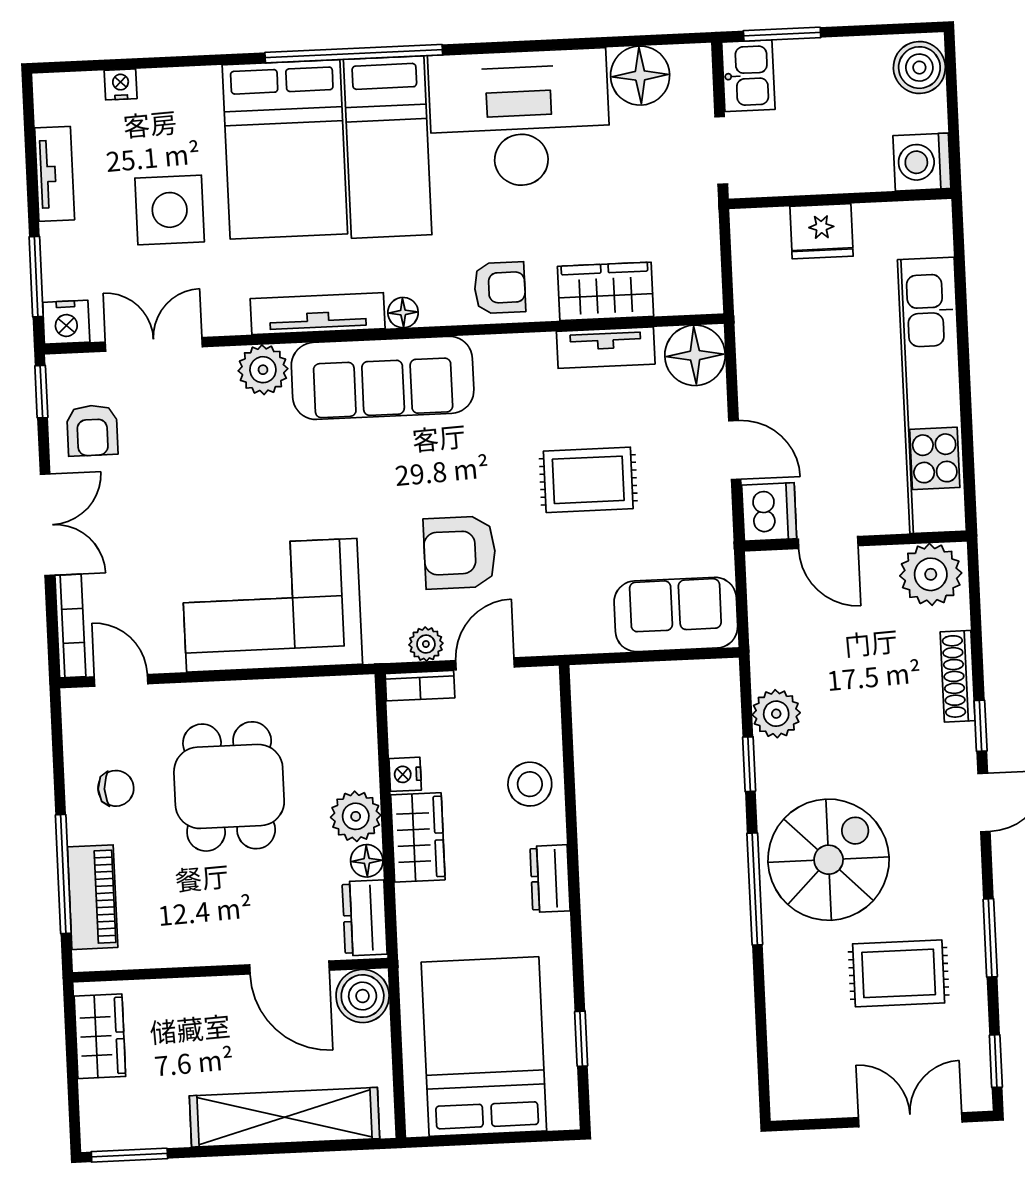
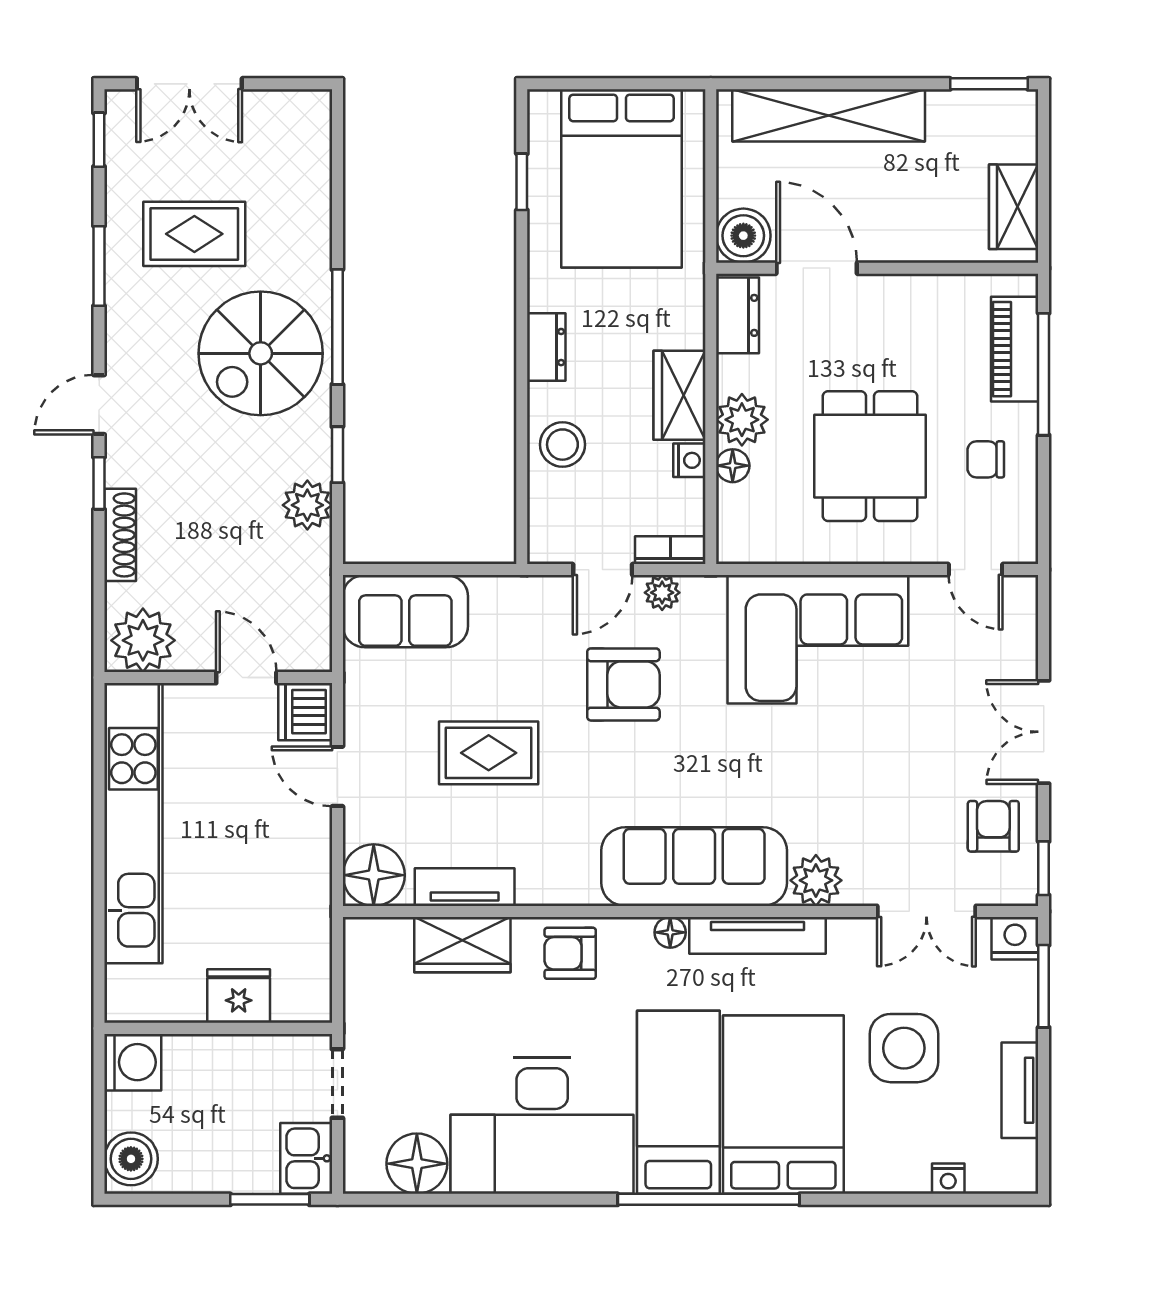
bookcase: (70, 626) -> (1025, 627), removed
floor lamp: (367, 861) -> (733, 466), moved

